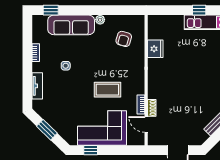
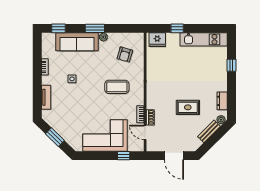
window: (91, 10) -> (95, 28), added
window: (199, 10) -> (177, 28), moved
fridge: (155, 49) -> (157, 40), moved, turned 90
coffee table: (107, 90) -> (117, 87), moved
rug: (193, 97) -> (188, 107), added
window: (91, 150) -> (124, 156), moved

